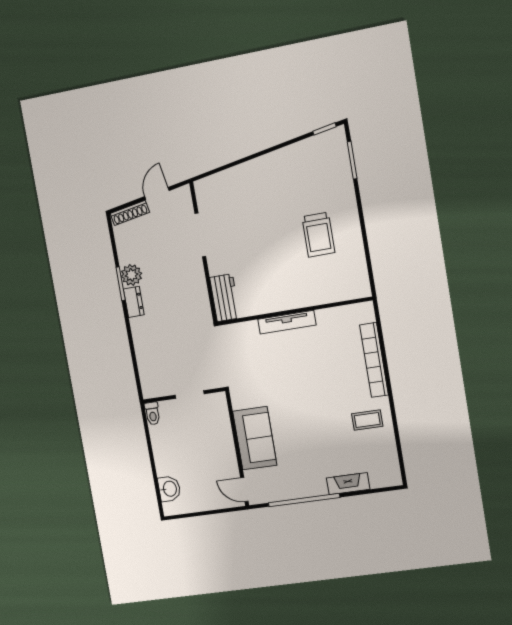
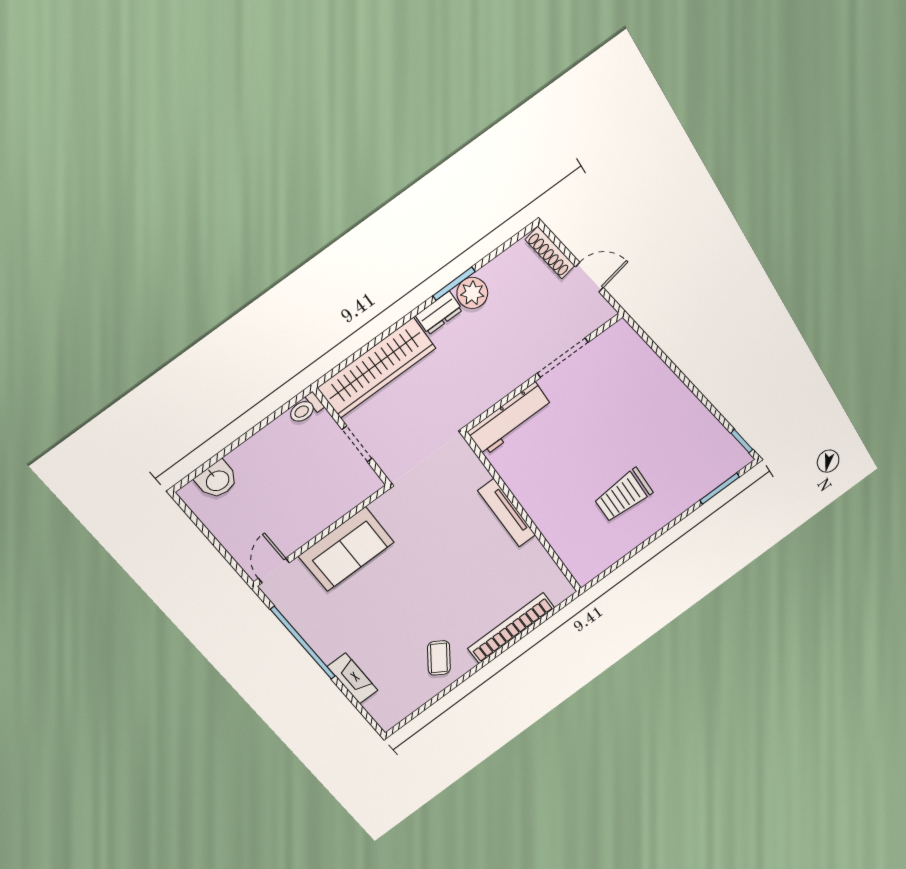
workbench: (225, 298) -> (510, 419), width x1.37
wardrobe: (149, 357) -> (377, 368), added
coffee table: (367, 420) -> (439, 658), turned 34

